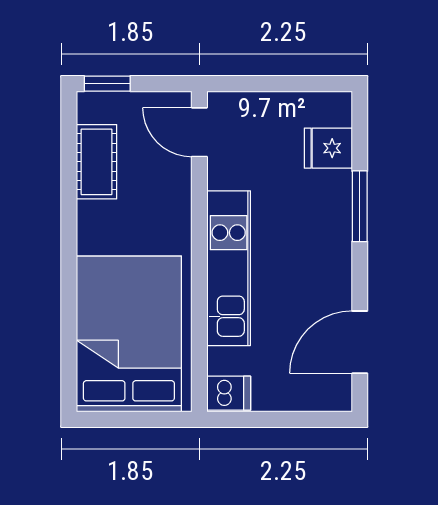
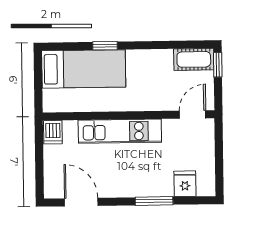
cot: (96, 162) -> (194, 59), moved
window: (69, 294) -> (105, 46), added
bed: (129, 334) -> (84, 69), width x0.67

